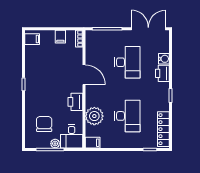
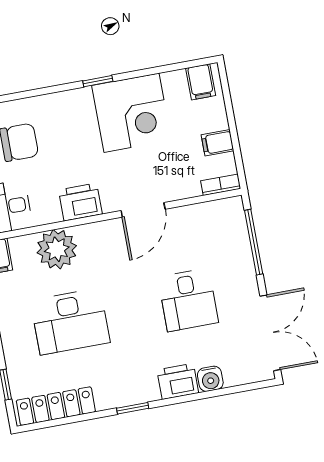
desk: (127, 62) -> (188, 300), width x0.73
corner desk: (40, 72) -> (131, 113), added

